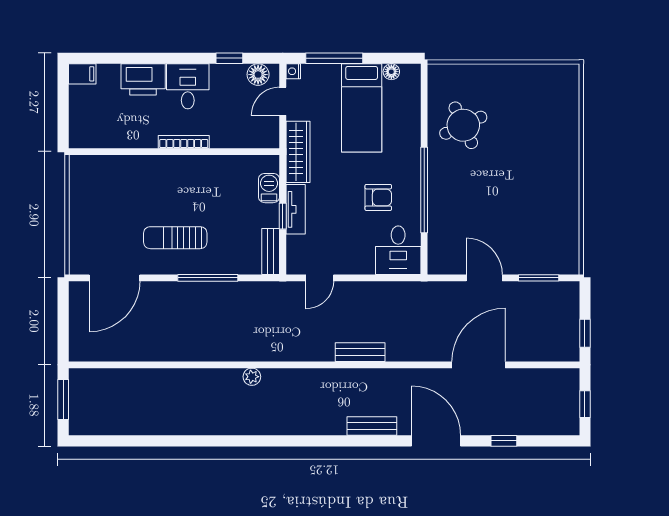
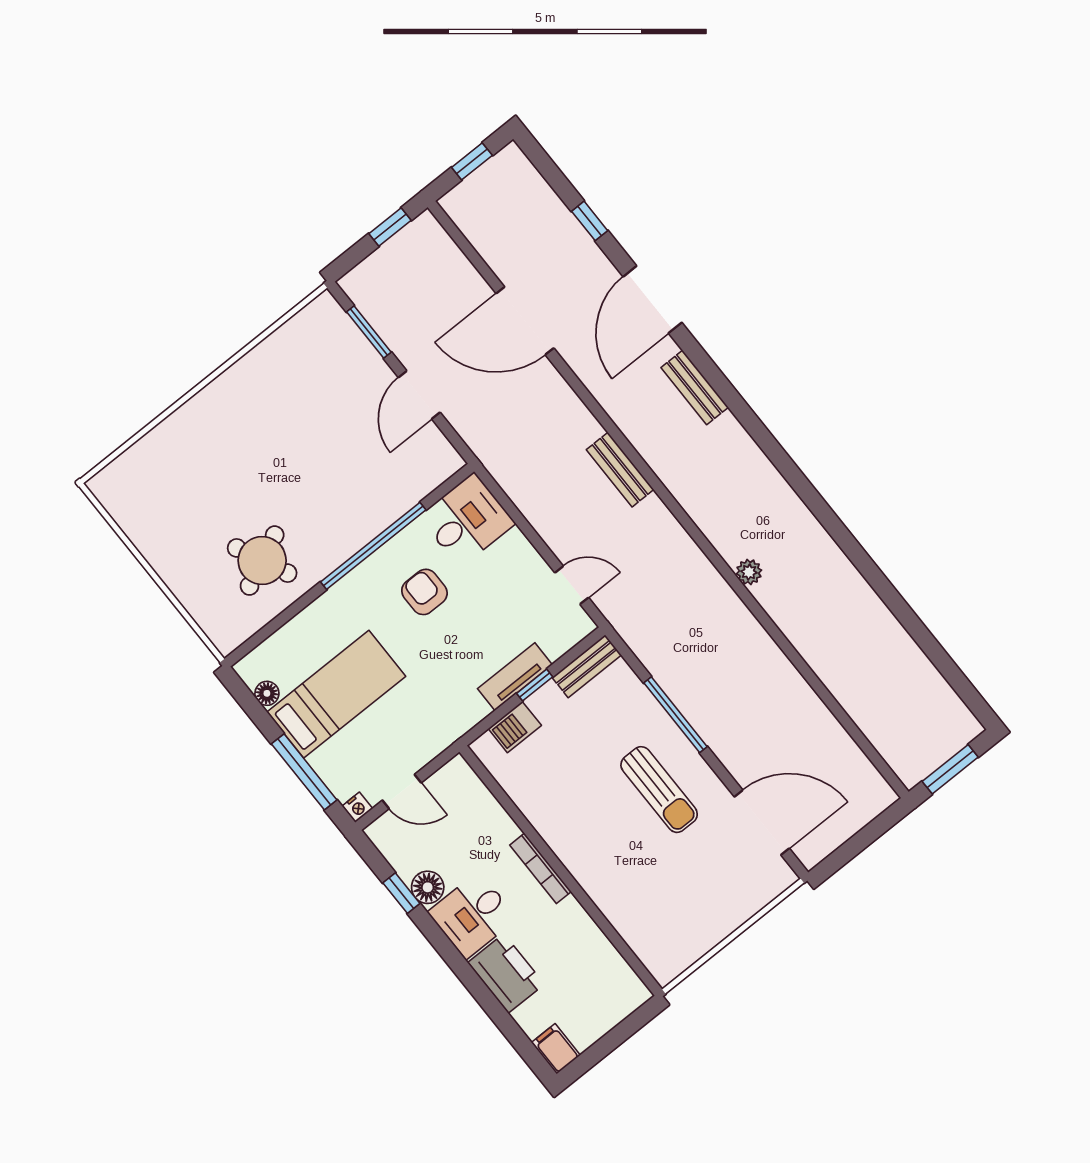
floor lamp: (258, 75) -> (428, 887), moved
wardrobe: (298, 152) -> (446, 727), removed

